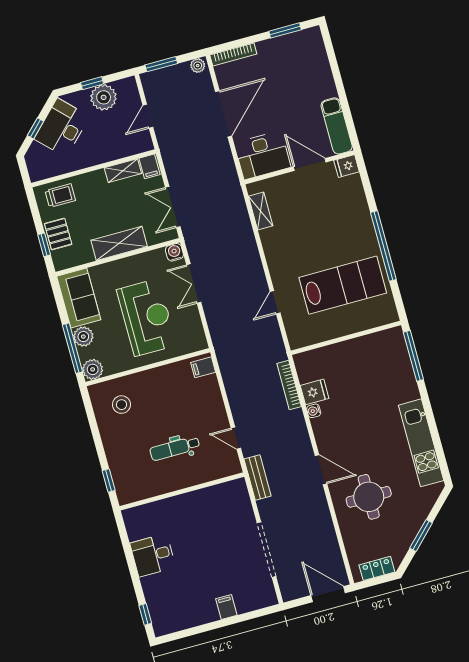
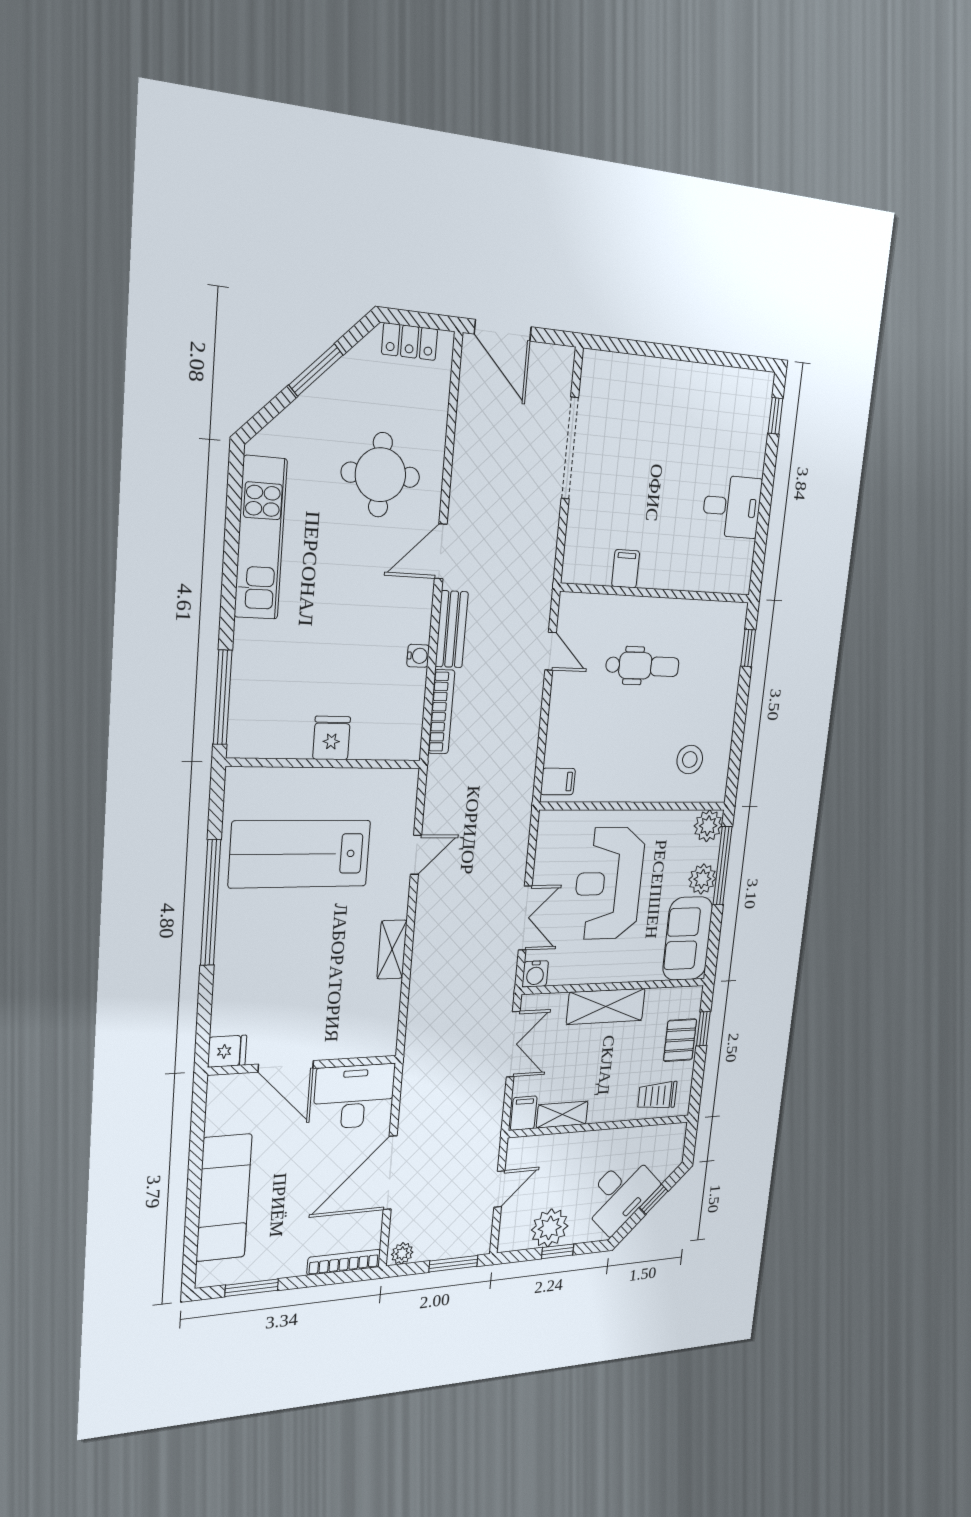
exam couch: (337, 126) -> (224, 1198), moved, width x1.36, depth x1.45
shelving: (261, 211) -> (392, 950), moved
fridge: (315, 392) -> (332, 738), moved, turned 90
door: (321, 470) -> (441, 551), hinge flipped
bench: (258, 478) -> (452, 629), moved
filing cabinet: (226, 607) -> (626, 569), moved, turned 180

